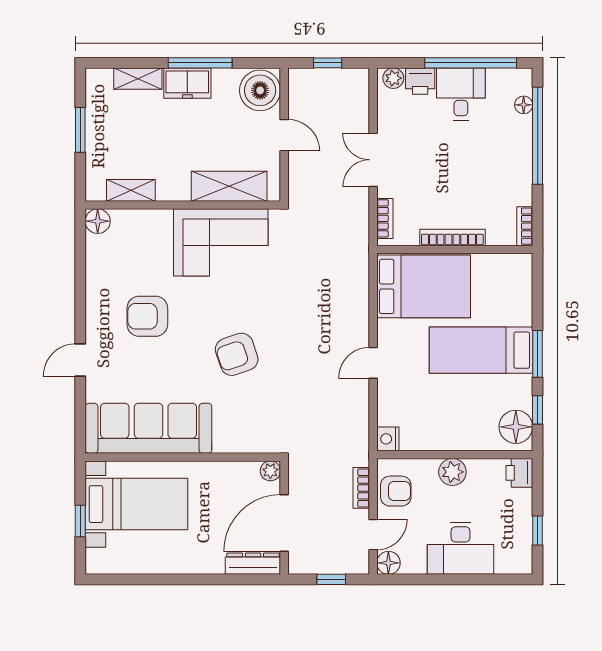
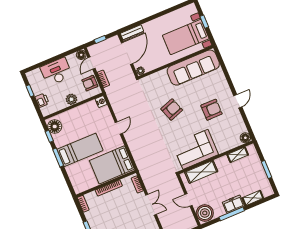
door: (80, 360) -> (238, 101), moved
printer: (519, 473) -> (42, 100), moved

